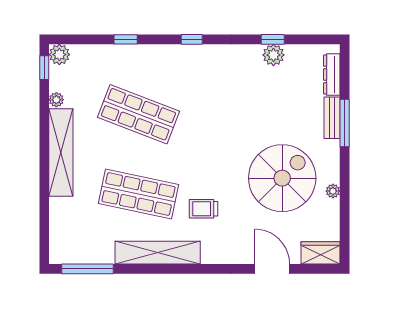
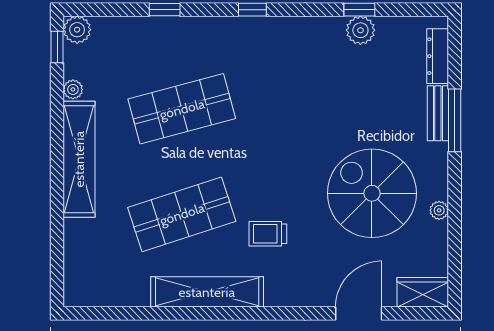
shop shelf: (138, 114) -> (182, 109), turned -36
spiral stairs: (282, 178) -> (372, 193), turned -90
shop shelf: (138, 194) -> (182, 214), turned -30
window: (88, 269) -> (114, 313), removed
door: (272, 269) -> (359, 313), hinge flipped

